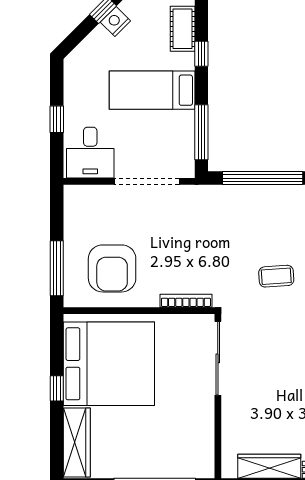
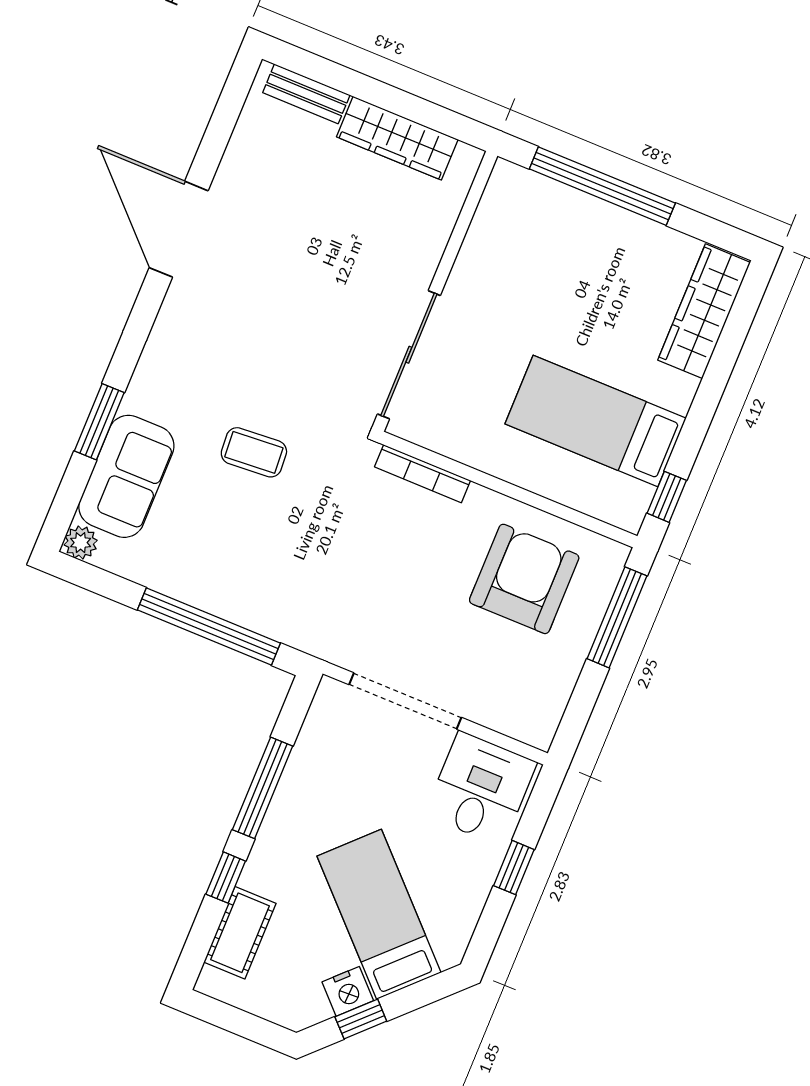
bed: (152, 90) -> (379, 914), moved, turned -135
window: (201, 132) -> (263, 788), moved
bed: (109, 364) -> (596, 421), width x0.49
window: (57, 388) -> (667, 497), moved

